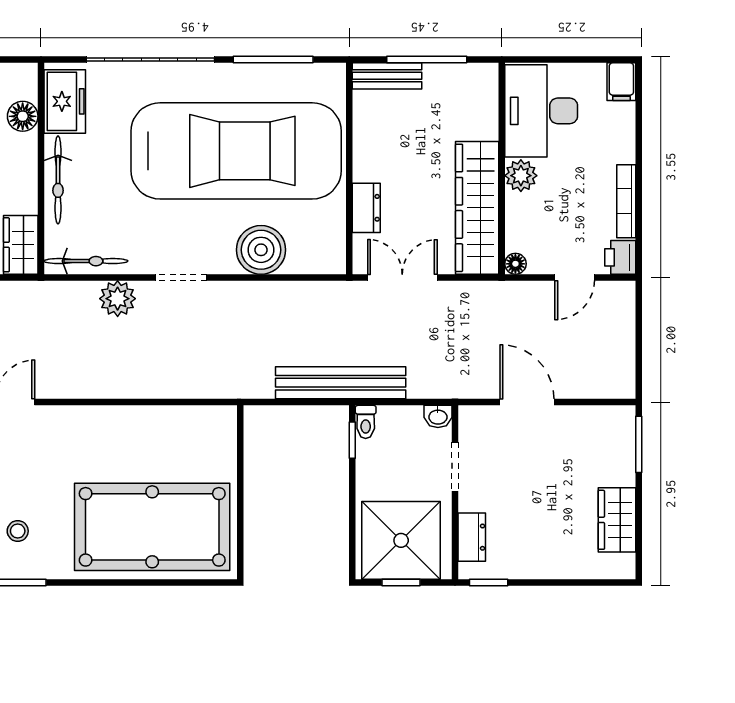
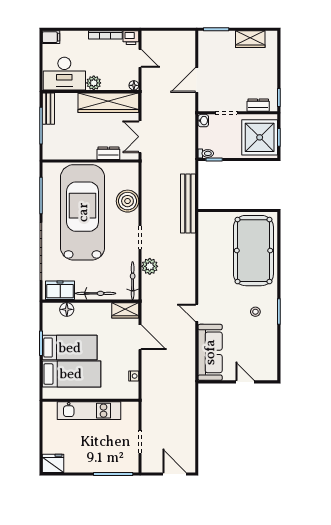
bench: (387, 76) -> (48, 109), moved
bench: (341, 383) -> (188, 203), moved

